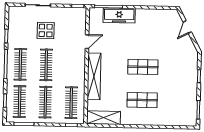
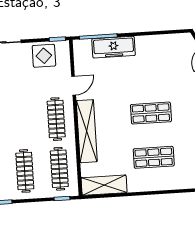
display table: (46, 30) -> (44, 56), moved
clothes rail: (46, 65) -> (56, 119), moved

